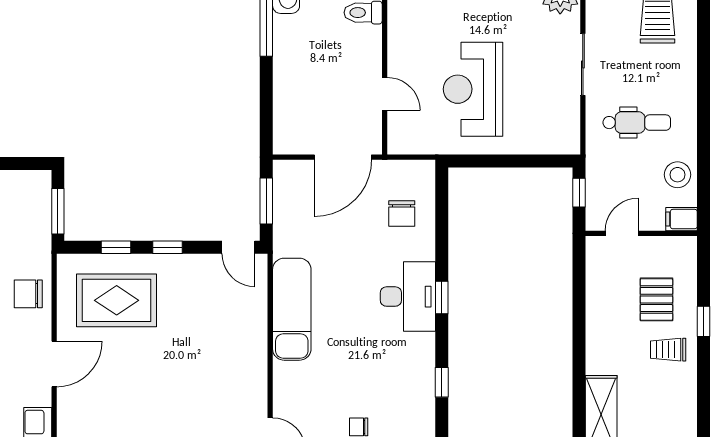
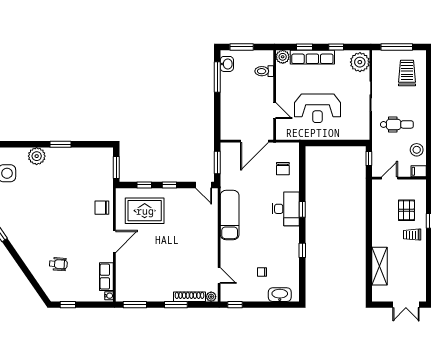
reception desk: (473, 89) -> (318, 108), turned -90

